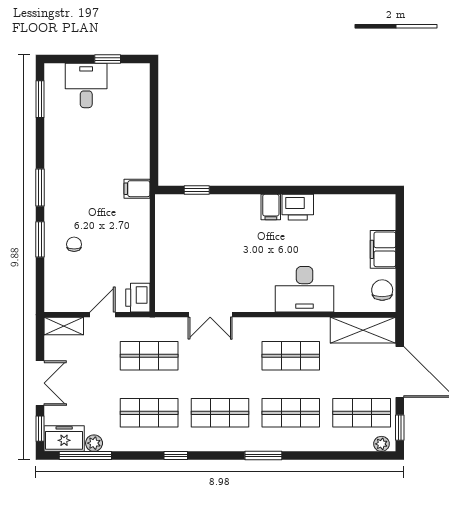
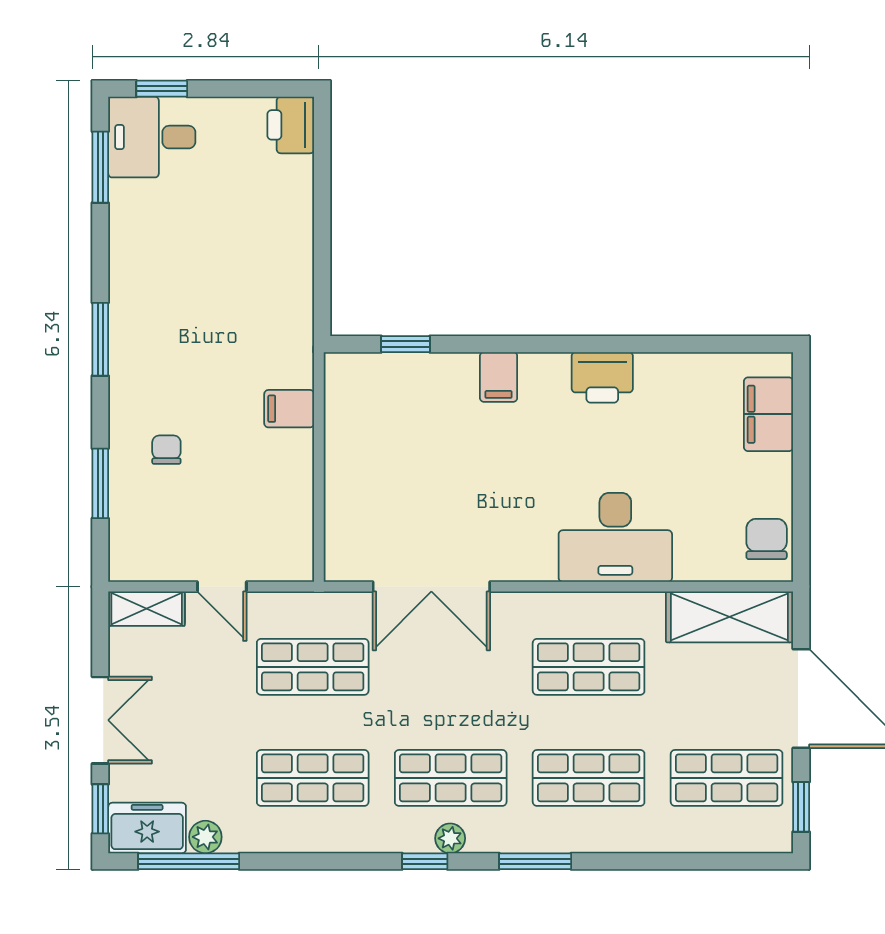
window: (108, 59) -> (162, 89), moved
desk: (86, 85) -> (152, 137), moved, turned -90
filing cabinet: (137, 189) -> (289, 409), moved
filing cabinet: (271, 207) -> (499, 377), moved
window: (40, 239) -> (100, 483), moved
filing cabinet: (383, 249) -> (768, 414), moved
printer: (138, 298) -> (291, 125), moved
door: (102, 315) -> (222, 587), swing flipped
double door: (210, 315) -> (431, 587), width x1.37
plant: (381, 444) -> (450, 838), moved
window: (176, 456) -> (425, 861), moved

